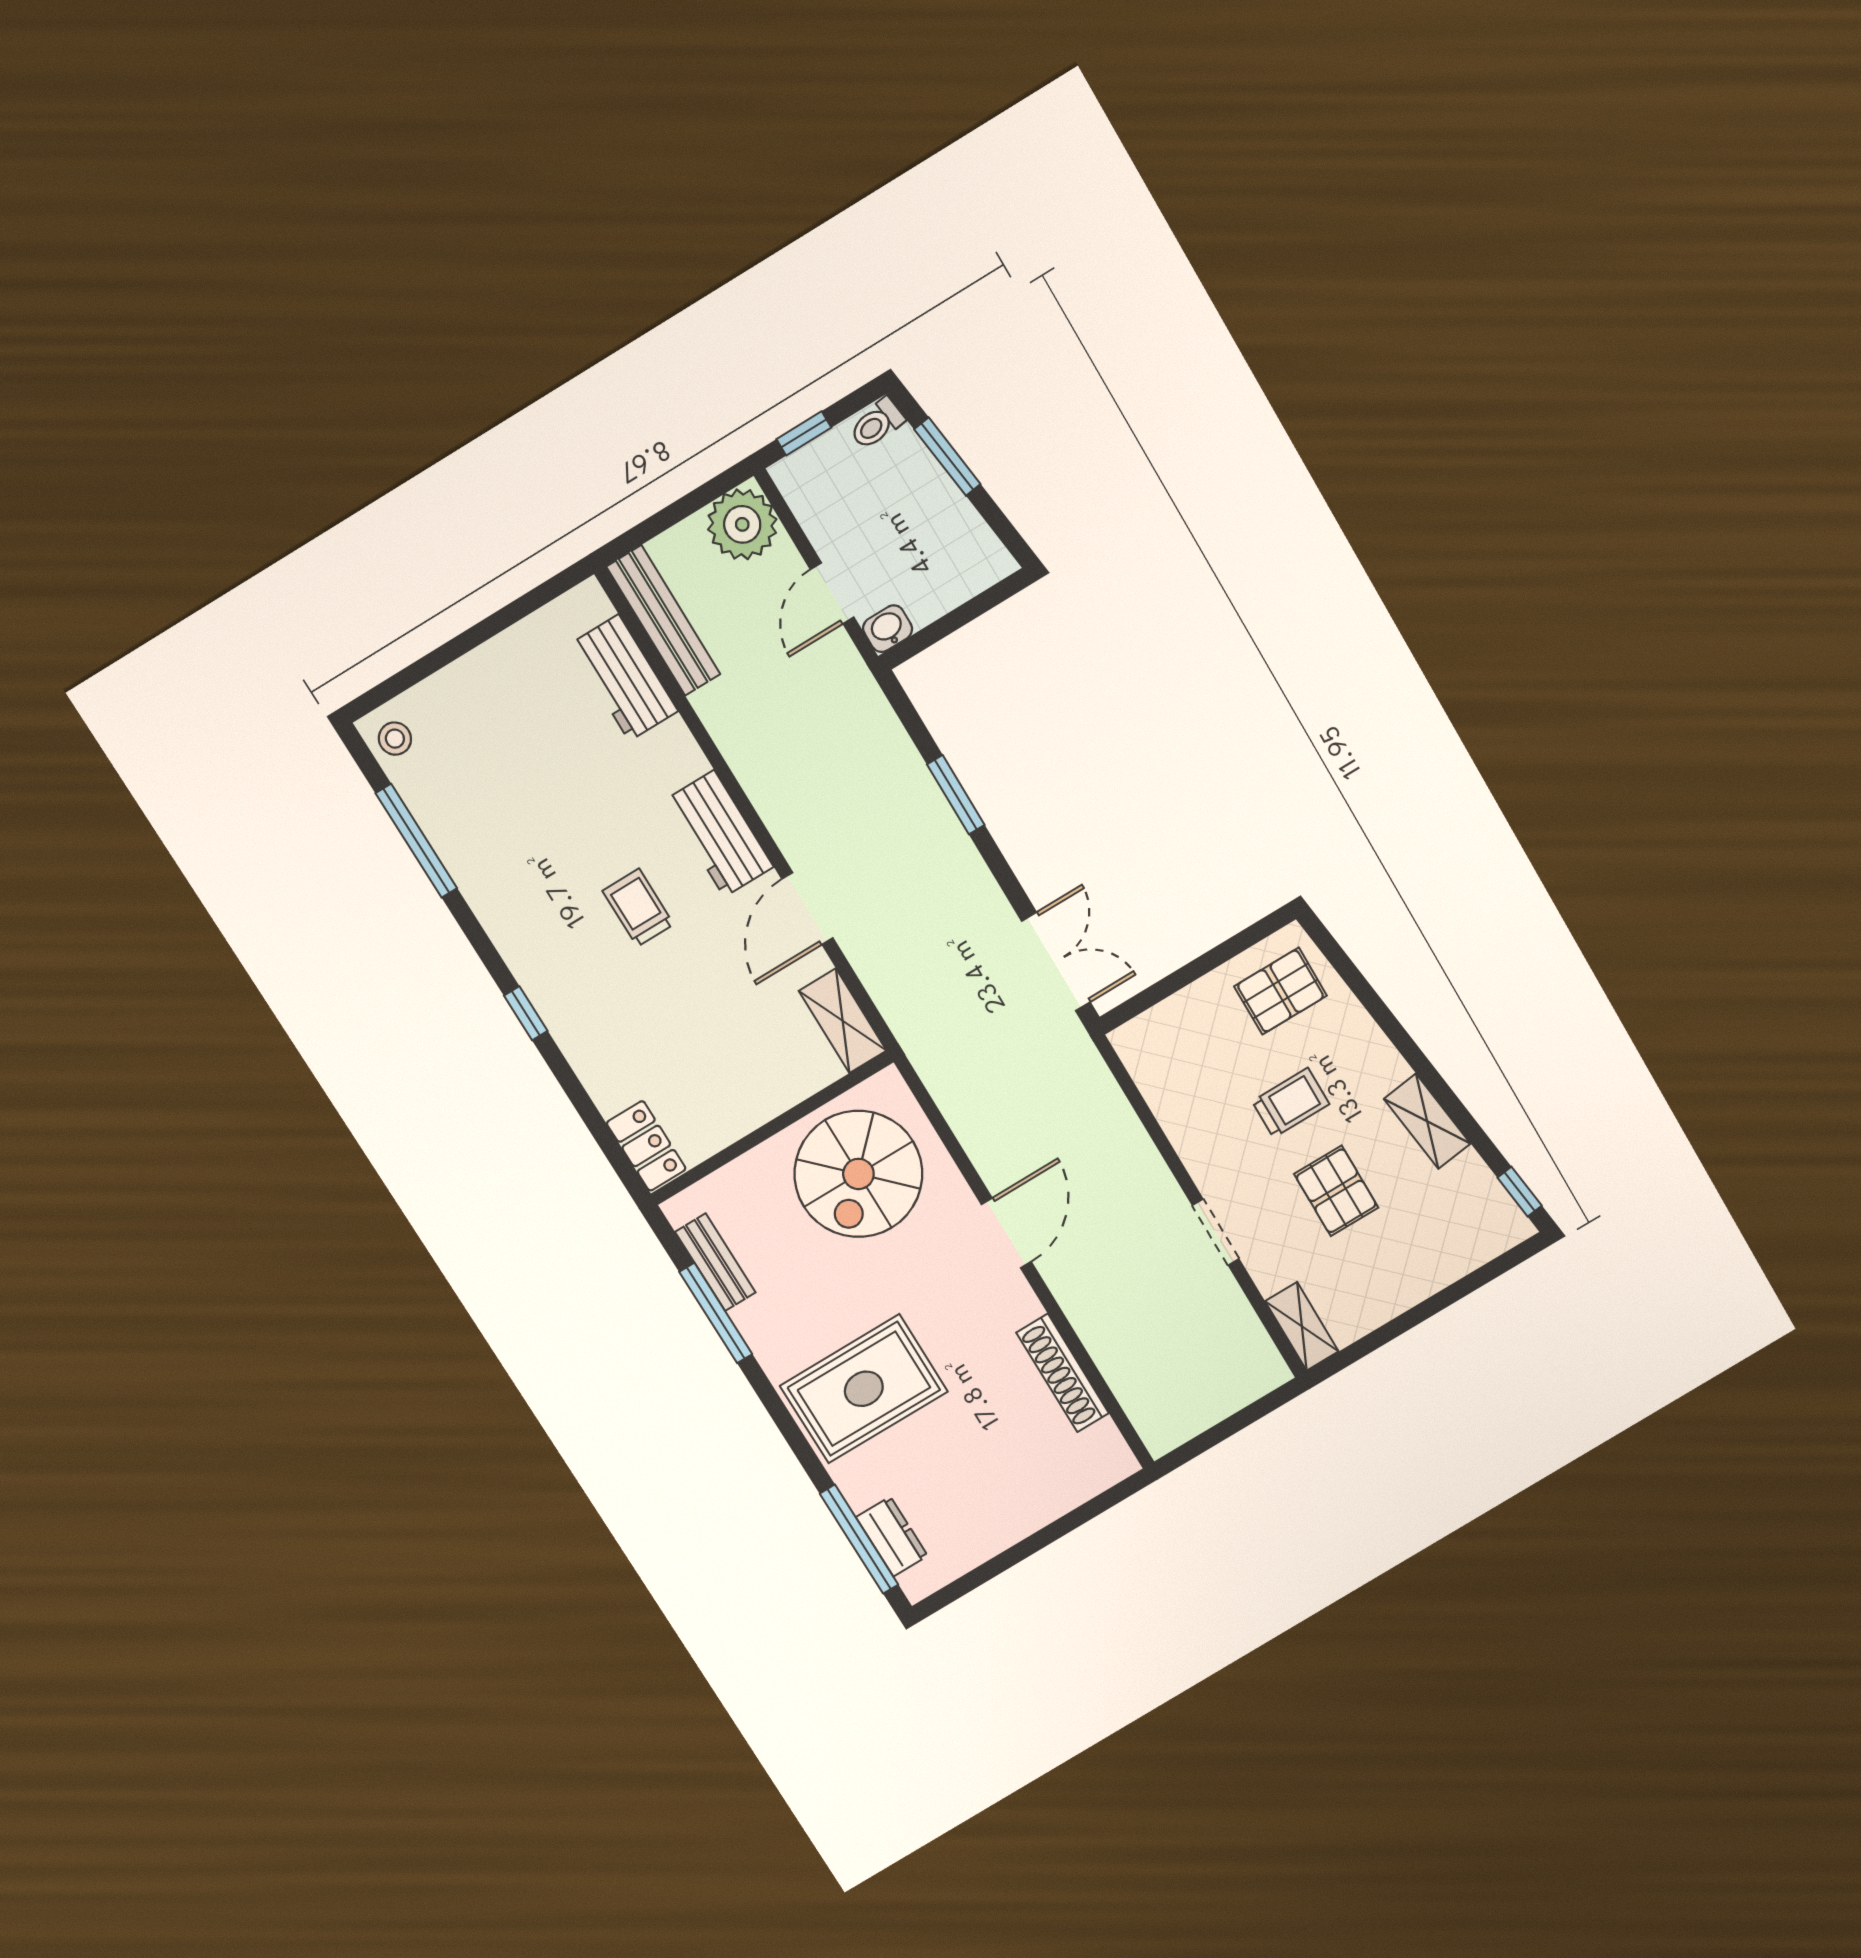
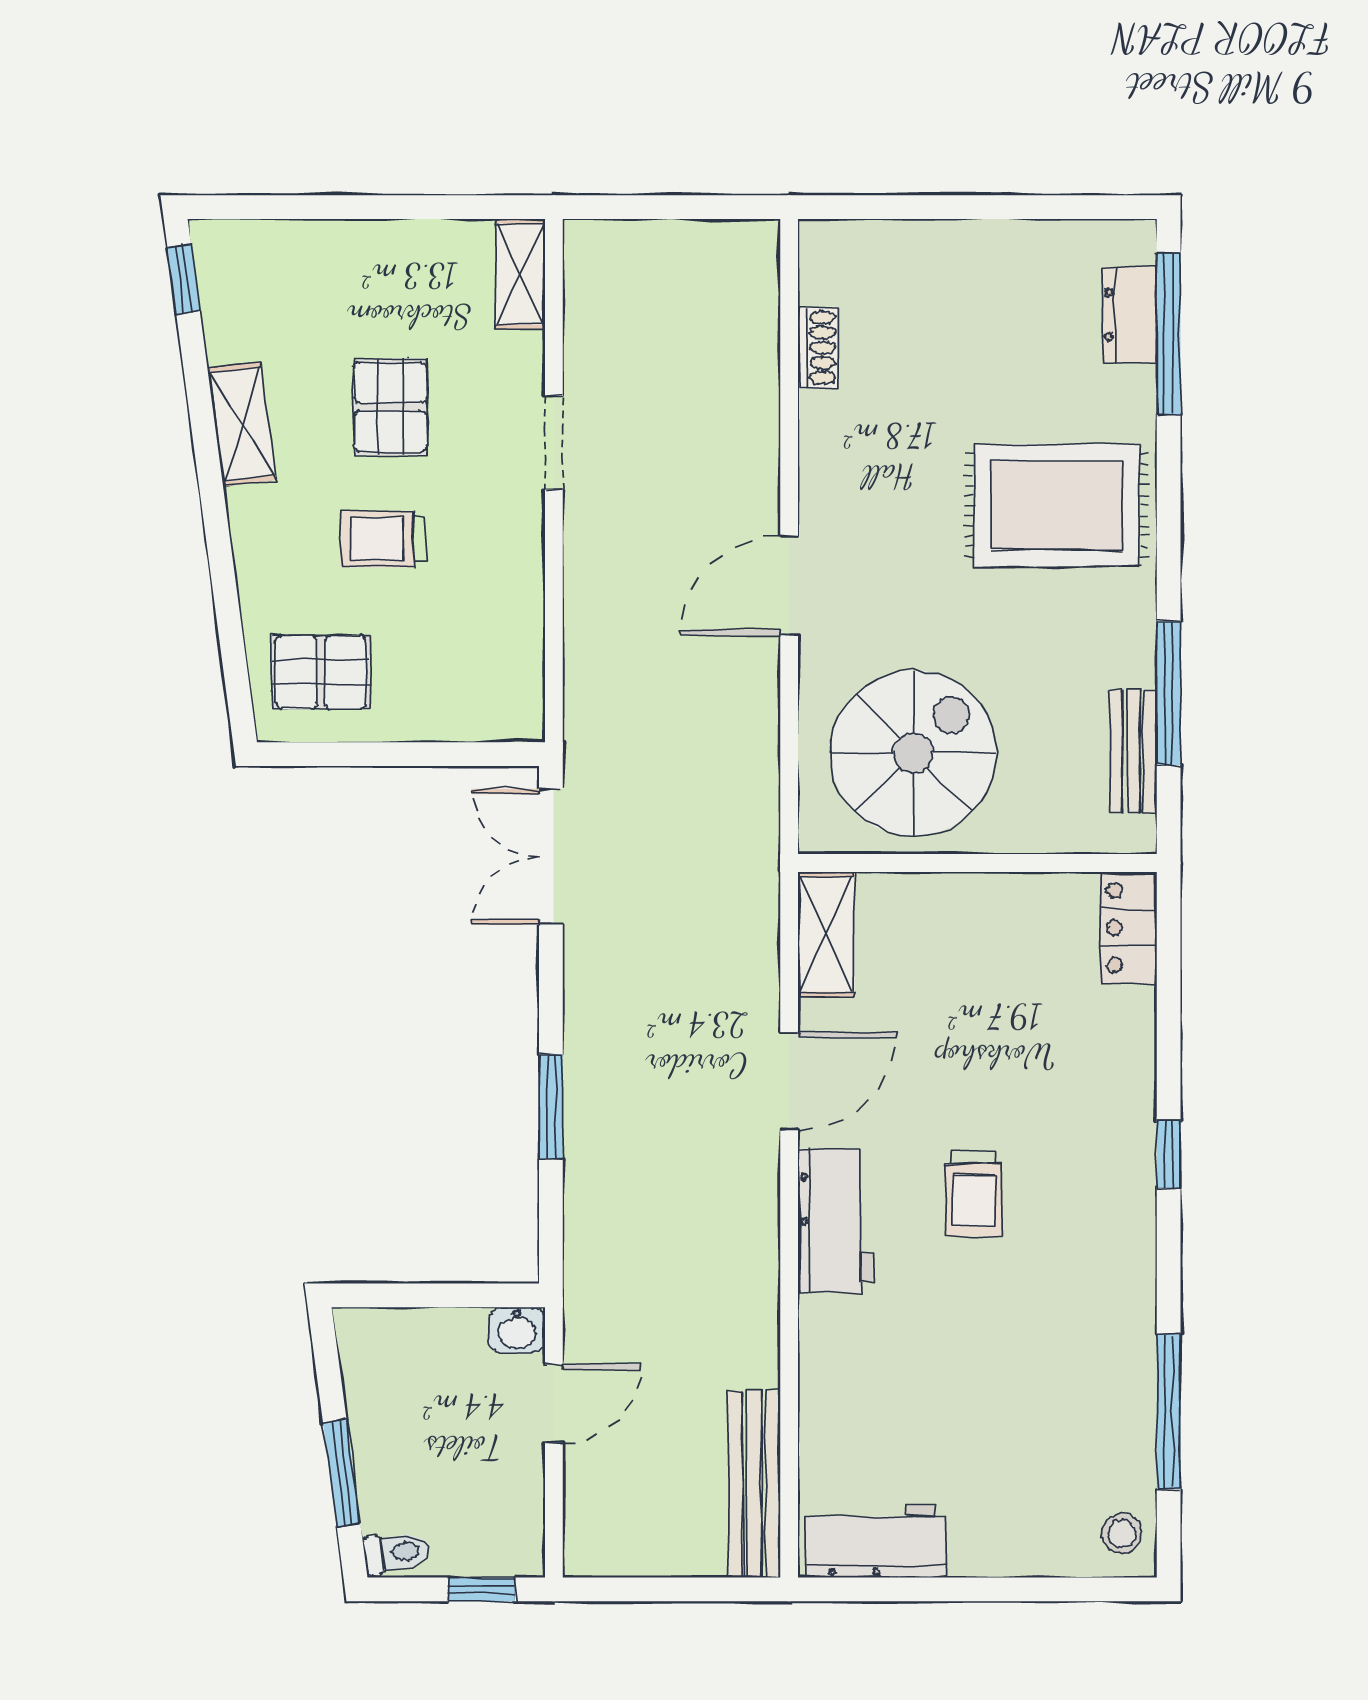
plant: (742, 524) -> (606, 1534), removed
workbench: (624, 678) -> (876, 1541), moved, turned -90
shoe rack: (1063, 1373) -> (818, 348), width x0.51, depth x0.81

